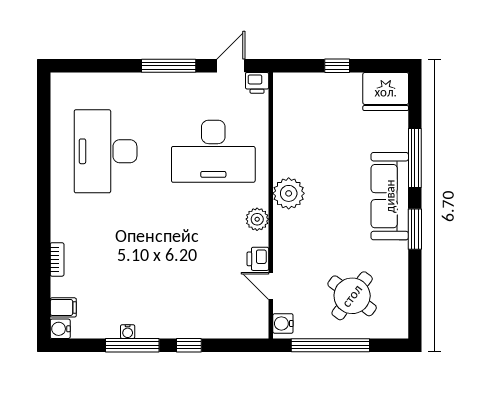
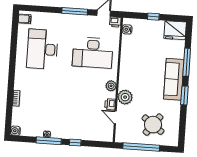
plant: (289, 193) -> (125, 97), moved
filing cabinet: (63, 307) -> (25, 19), moved
water cooler: (283, 323) -> (127, 29), moved

